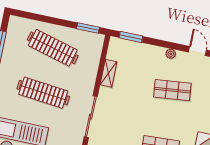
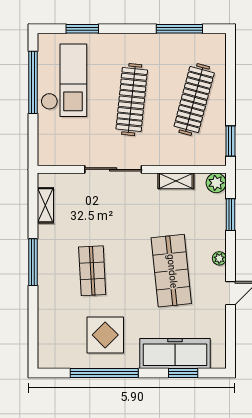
window: (131, 37) -> (230, 215), moved
plant: (116, 45) -> (216, 183), added
shop shelf: (172, 90) -> (171, 271), width x1.43, depth x1.36

